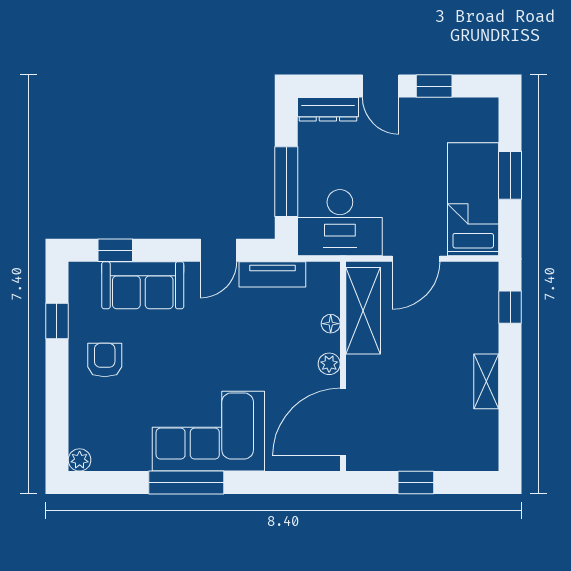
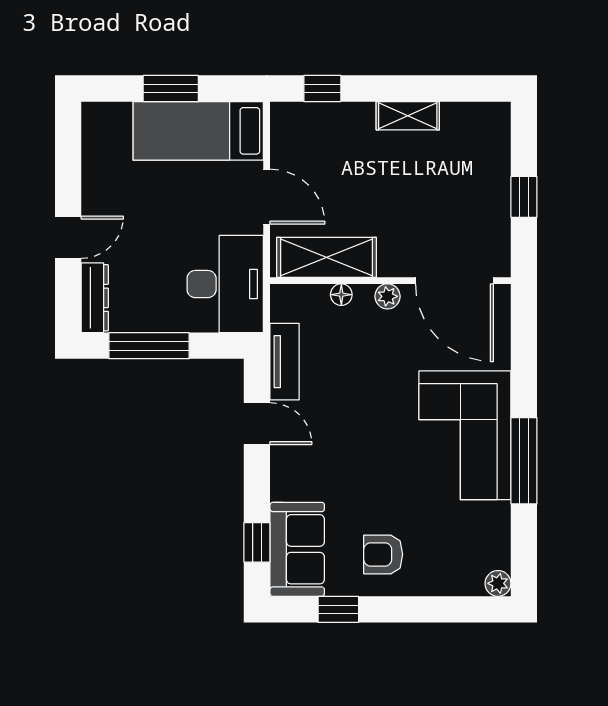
window: (434, 86) -> (68, 176), removed
window: (286, 182) -> (149, 346), moved
sofa: (143, 285) -> (297, 549), moved

